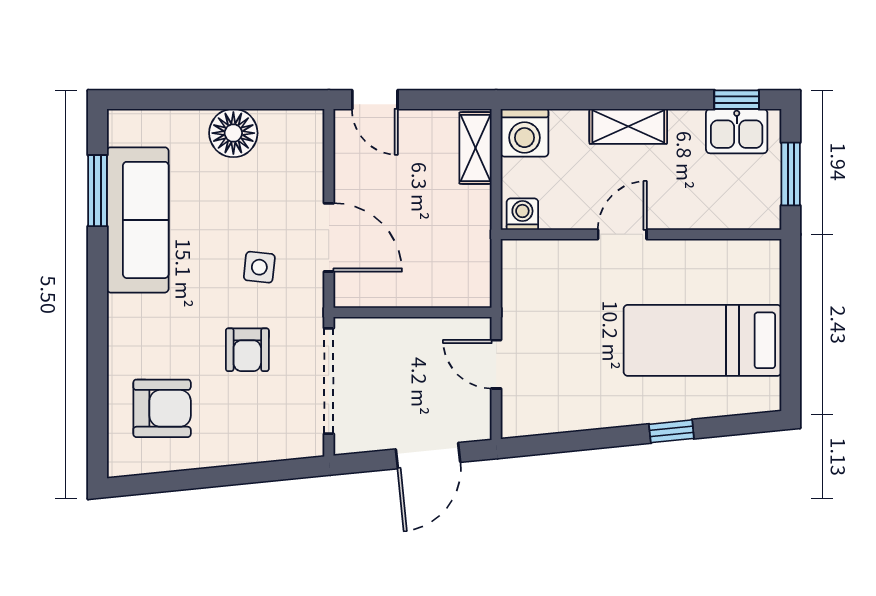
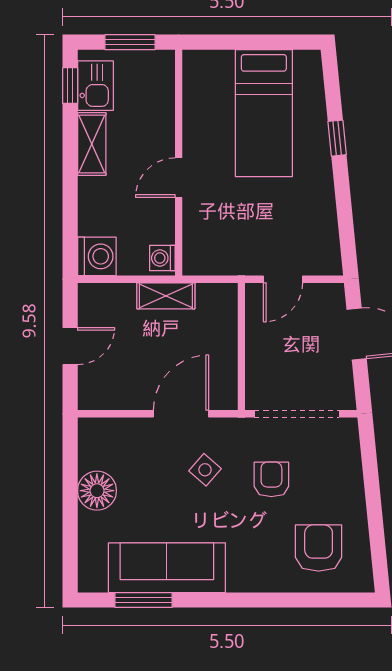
door: (375, 100) -> (70, 346), moved
shelving: (628, 126) -> (92, 144), moved
shelving: (475, 148) -> (166, 296), moved
door: (622, 234) -> (179, 178), hinge flipped
side table: (259, 267) -> (205, 470), turned 35
armchair: (247, 350) -> (271, 479), turned -90

